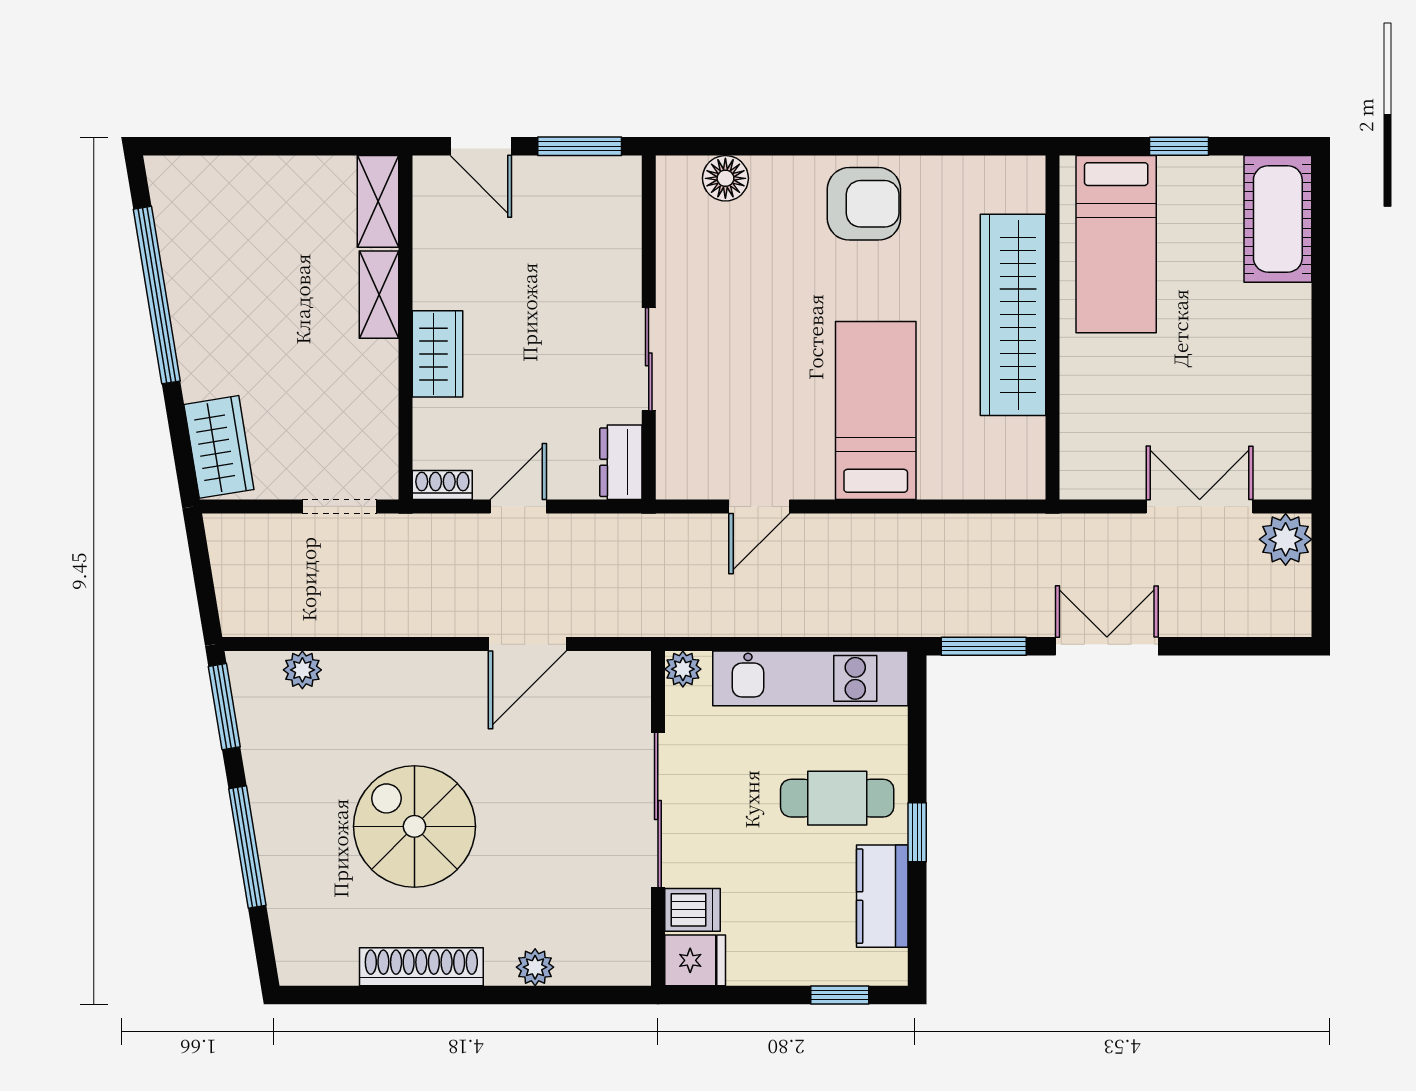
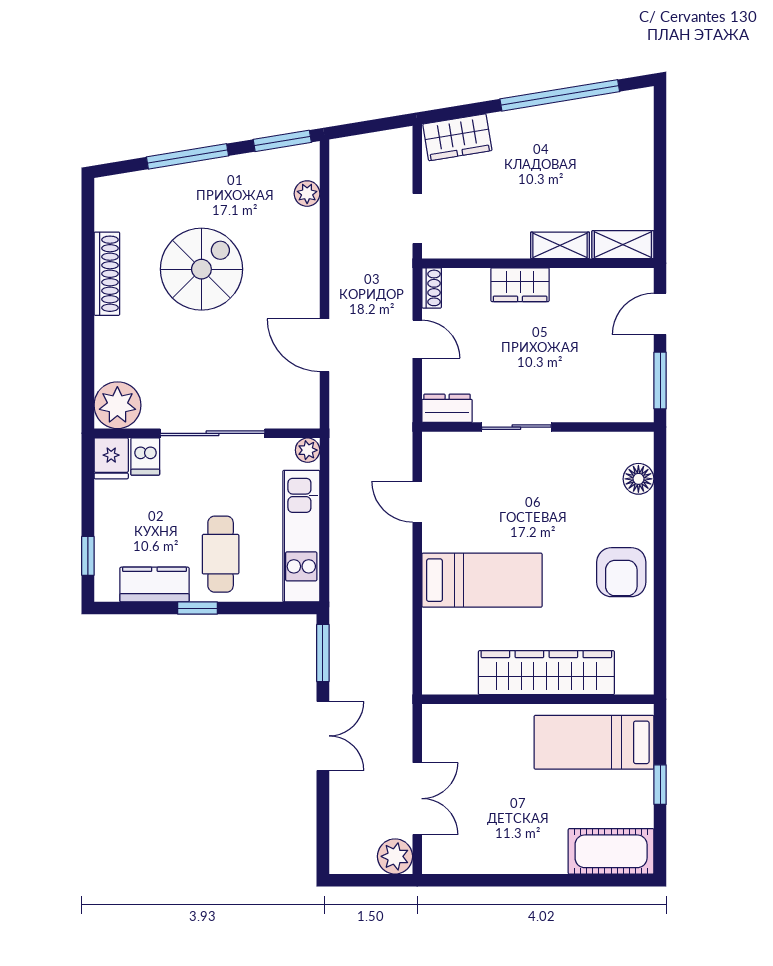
plant: (535, 967) -> (117, 405), moved, width x1.87, depth x1.87

